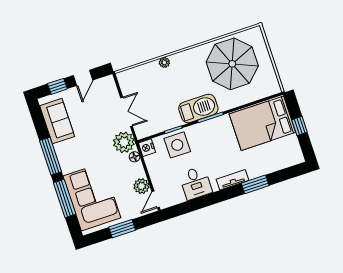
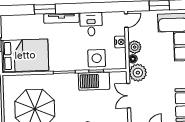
barbecue: (198, 108) -> (94, 81), moved
nightstand: (147, 148) -> (120, 42), moved
tv unit: (232, 180) -> (61, 18), width x1.41
plant: (141, 186) -> (135, 47), moved

